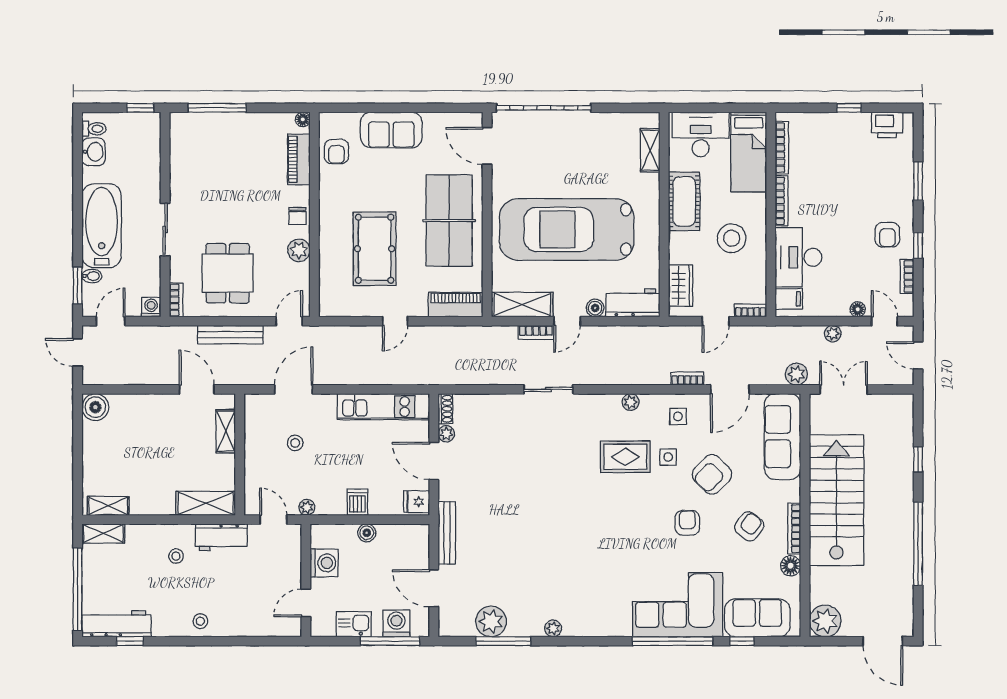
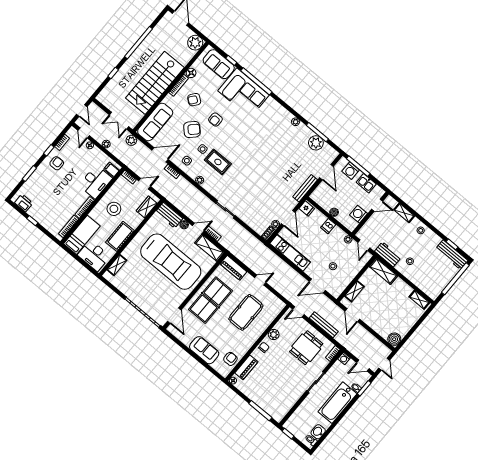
shelving: (103, 533) -> (404, 213), moved

